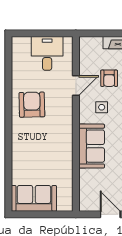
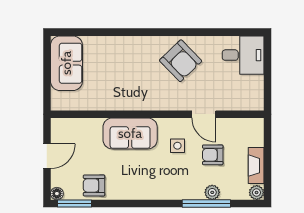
desk: (47, 53) -> (243, 55), moved
armchair: (32, 105) -> (181, 61), turned 47

